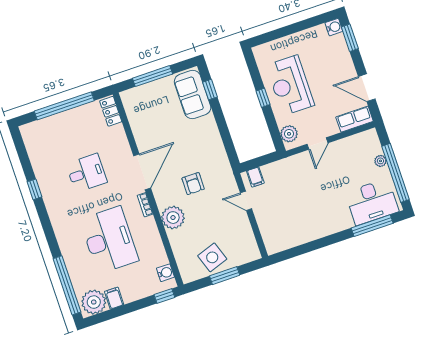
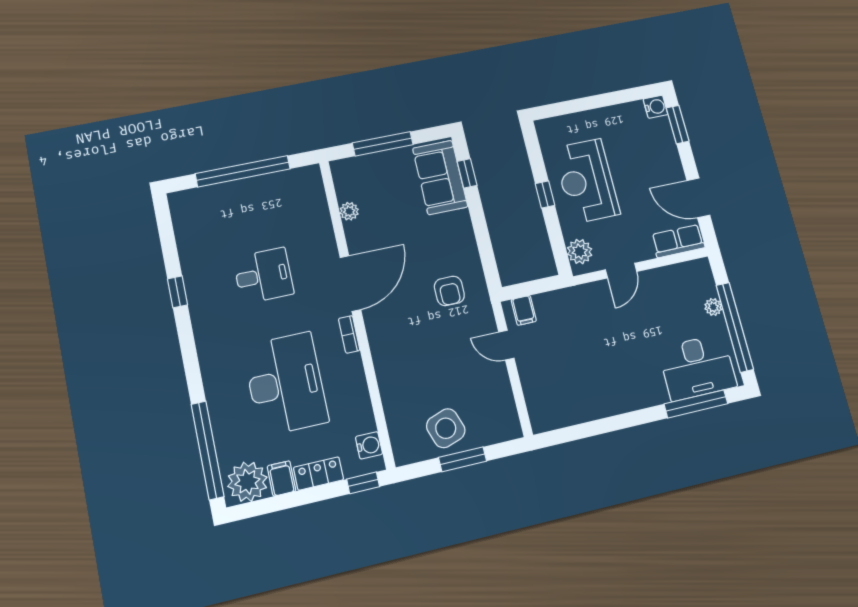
locker: (111, 111) -> (318, 474), moved, turned 90
armchair: (193, 184) -> (449, 291), moved
plant: (173, 218) -> (349, 211), moved, width x0.53, depth x0.53

